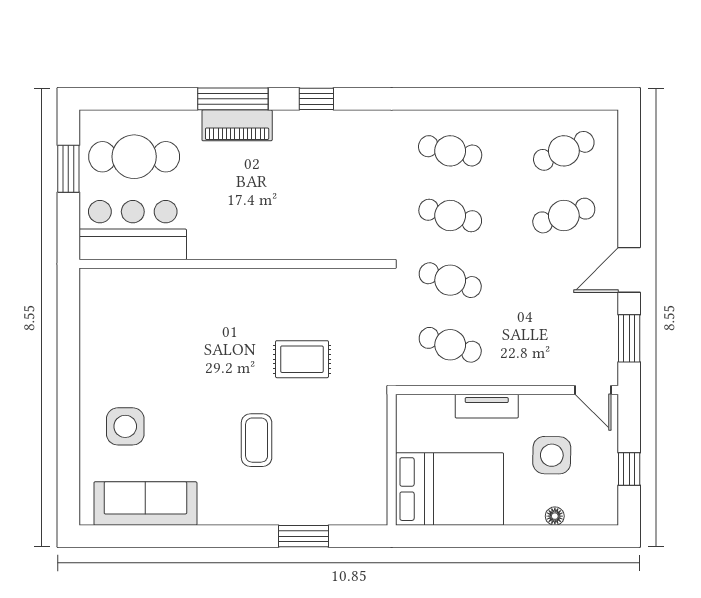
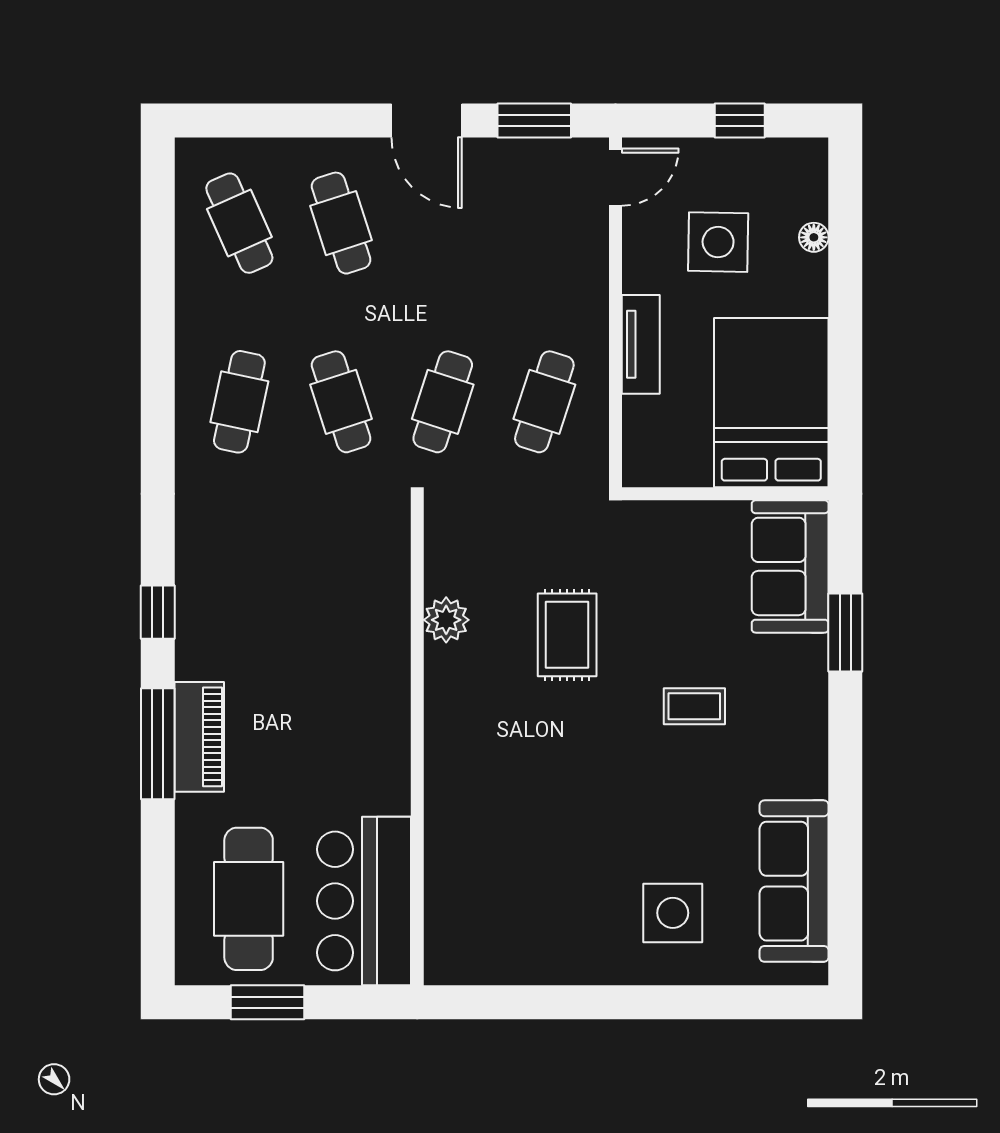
cafe table: (450, 216) -> (341, 402), turned -33
plant: (312, 282) -> (446, 620), added
coffee table: (257, 440) -> (694, 706), width x0.73, depth x0.77
sofa: (345, 501) -> (790, 566), added

